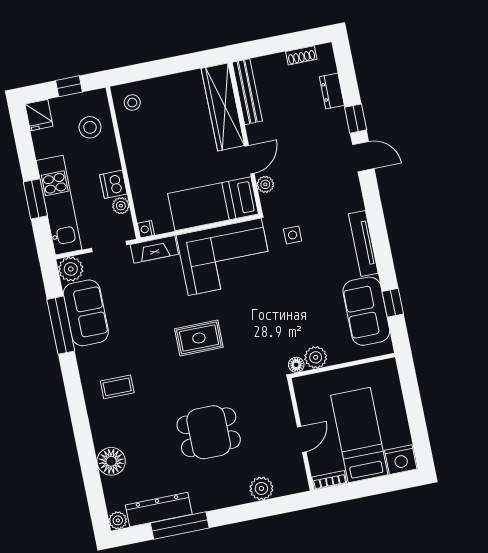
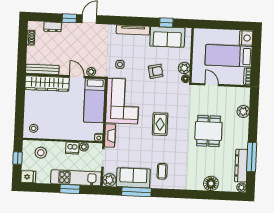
armchair: (296, 305) -> (156, 71), added
coffee table: (117, 387) -> (162, 171), moved
door: (302, 439) -> (212, 85), moved

